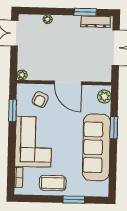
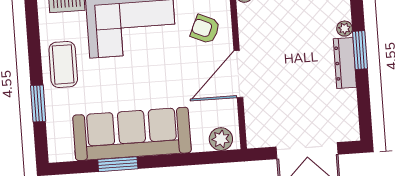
window: (85, 12) -> (360, 50), moved
dresser: (96, 22) -> (345, 63), moved
window: (114, 127) -> (118, 164), moved

